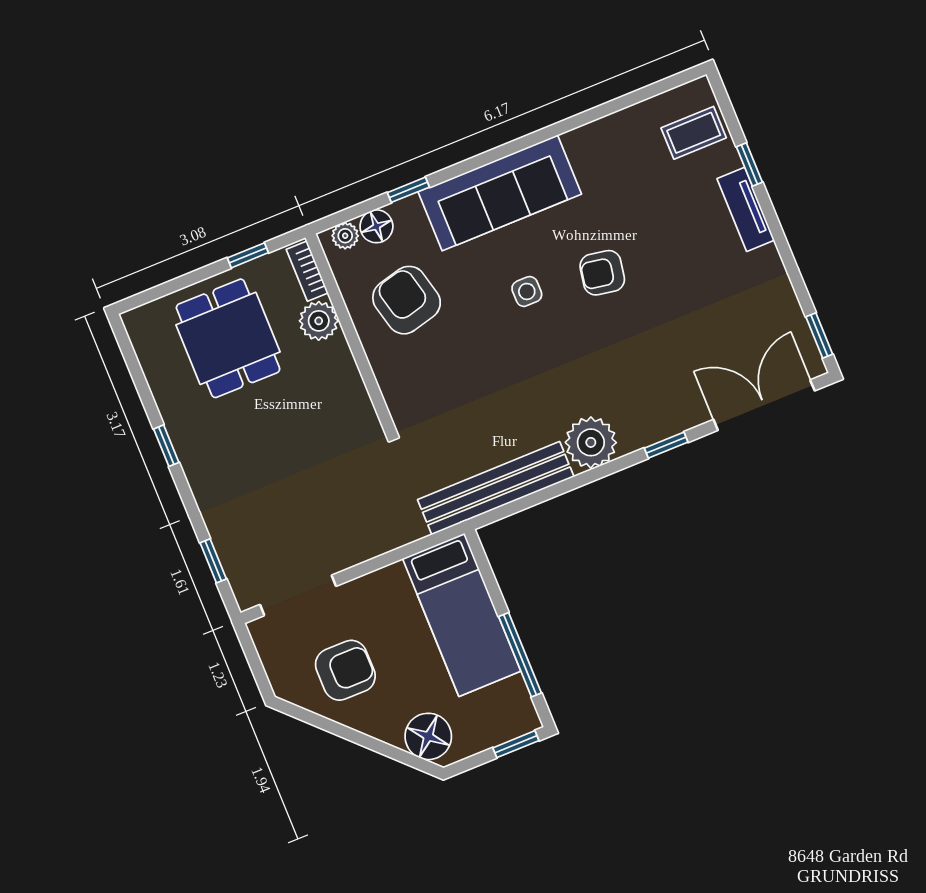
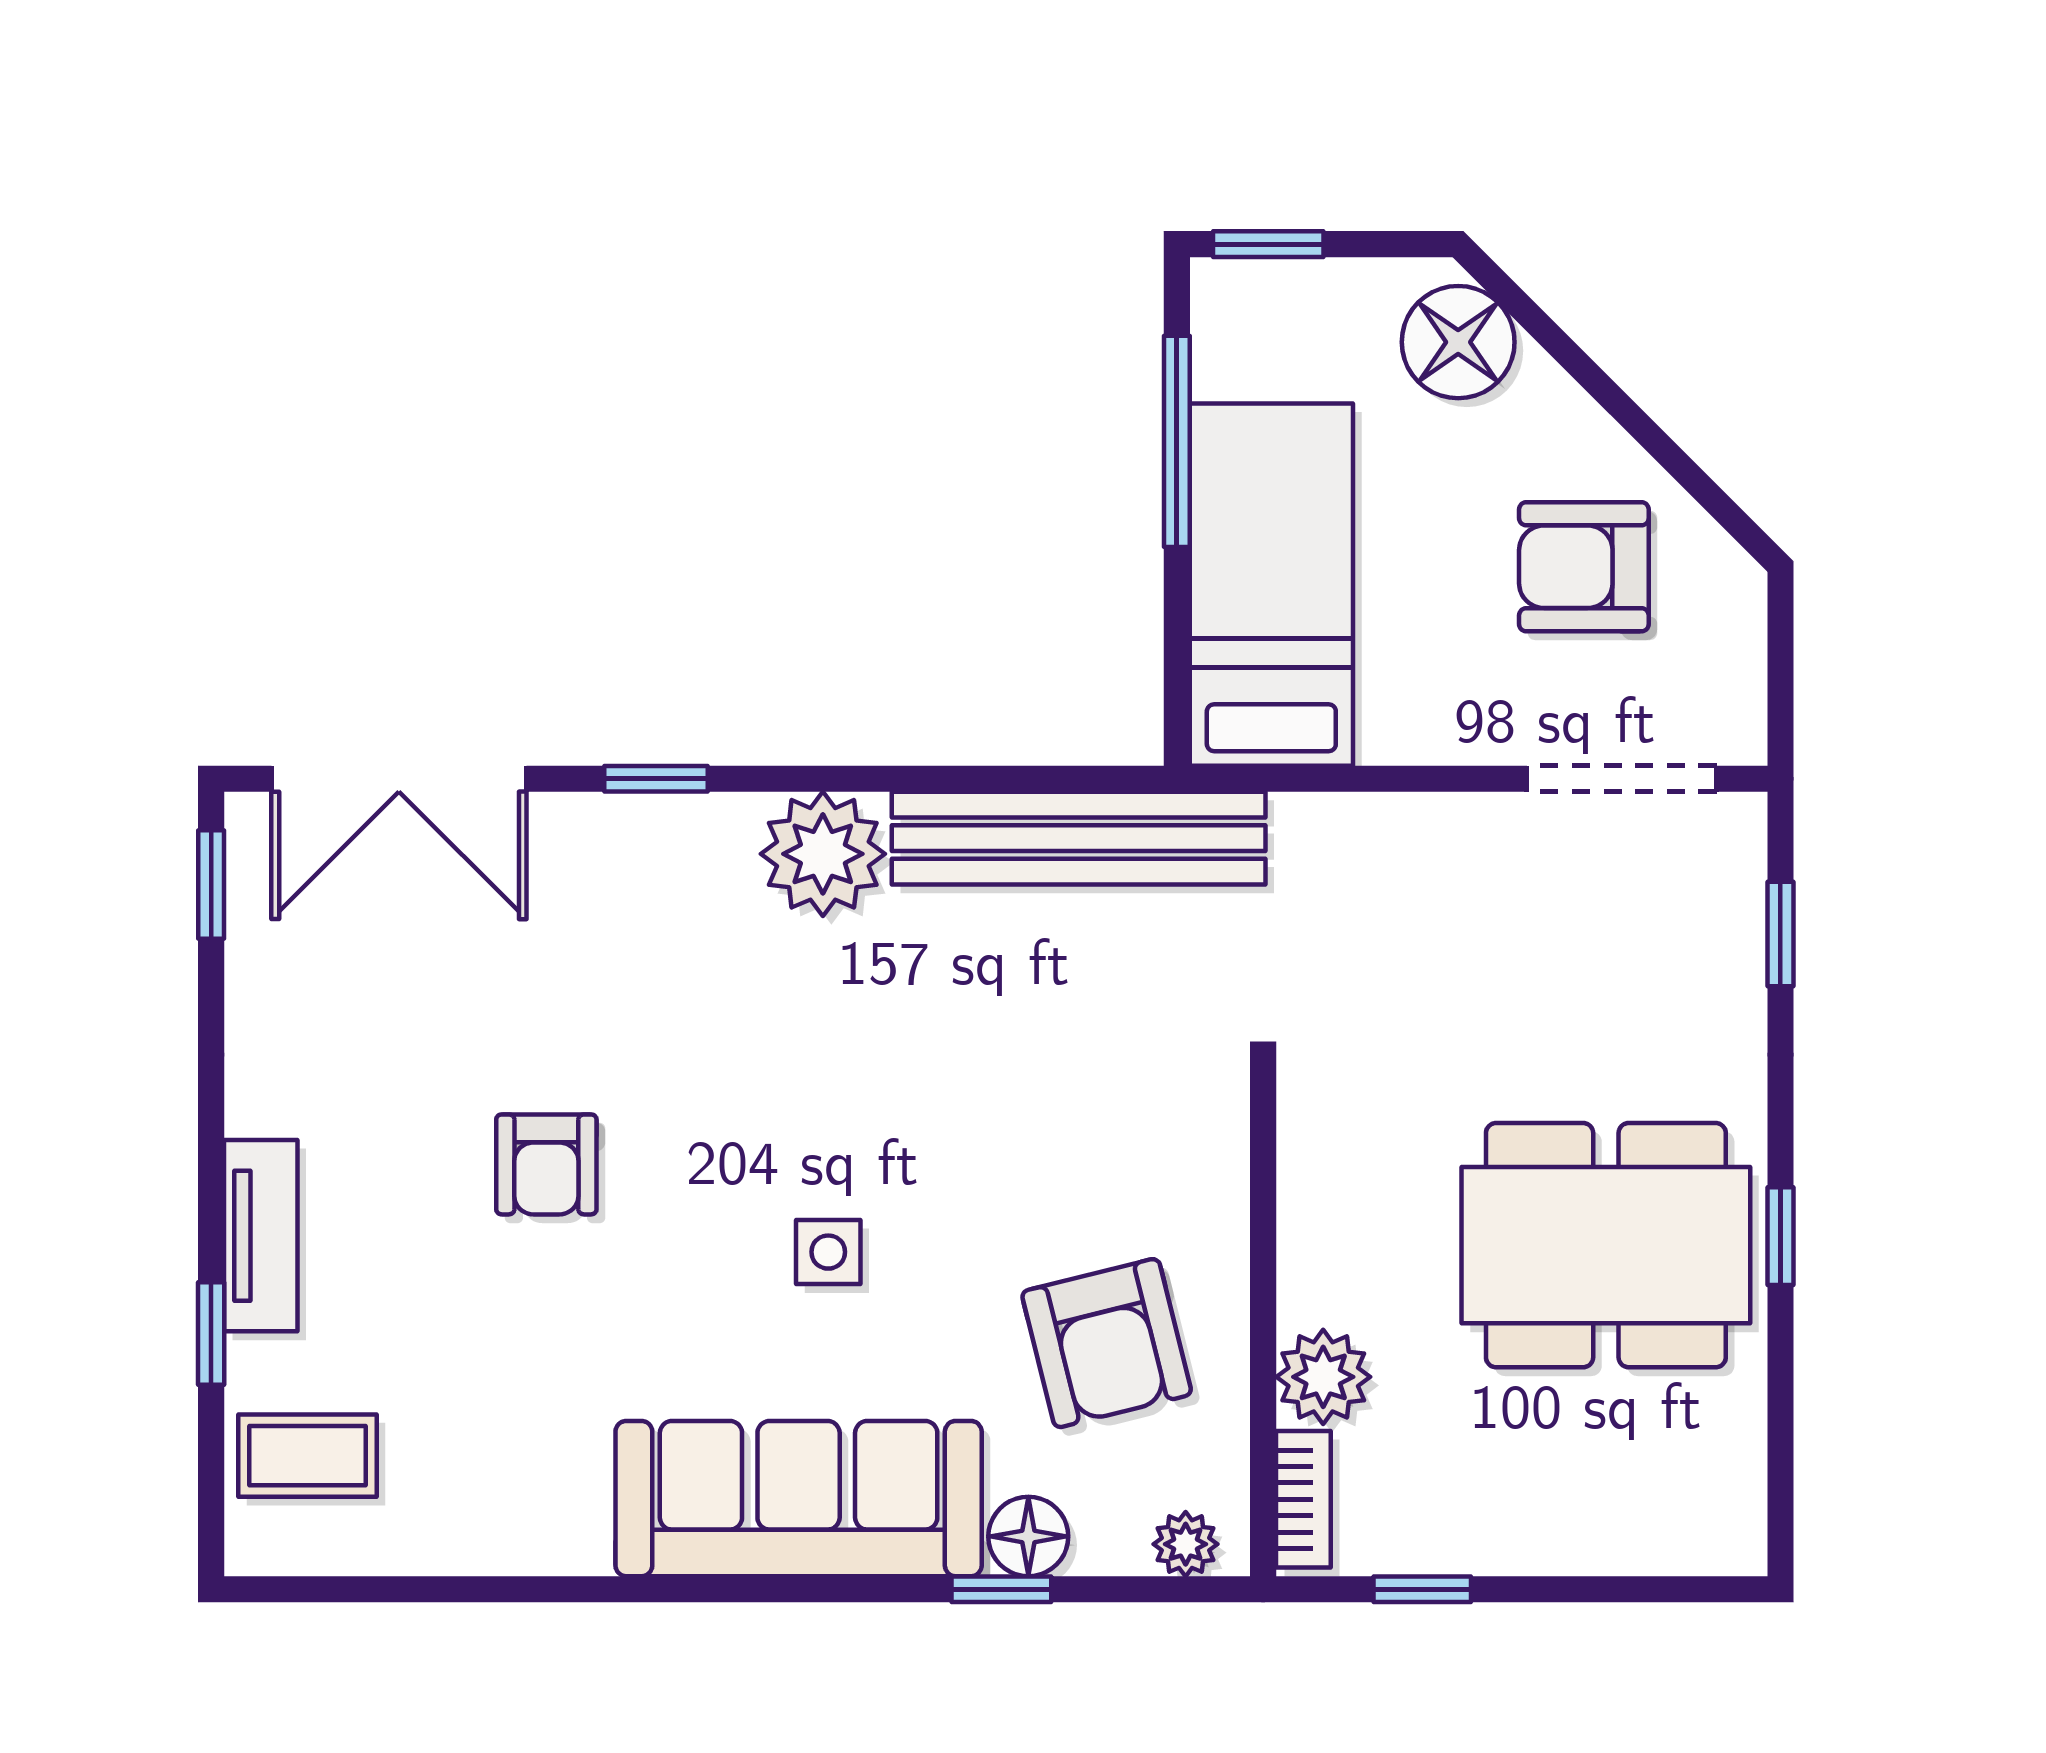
floor lamp: (376, 226) -> (1028, 1536), moved
armchair: (602, 273) -> (546, 1164), moved, turned 80
dining table: (228, 338) -> (1606, 1245), moved, width x1.38

